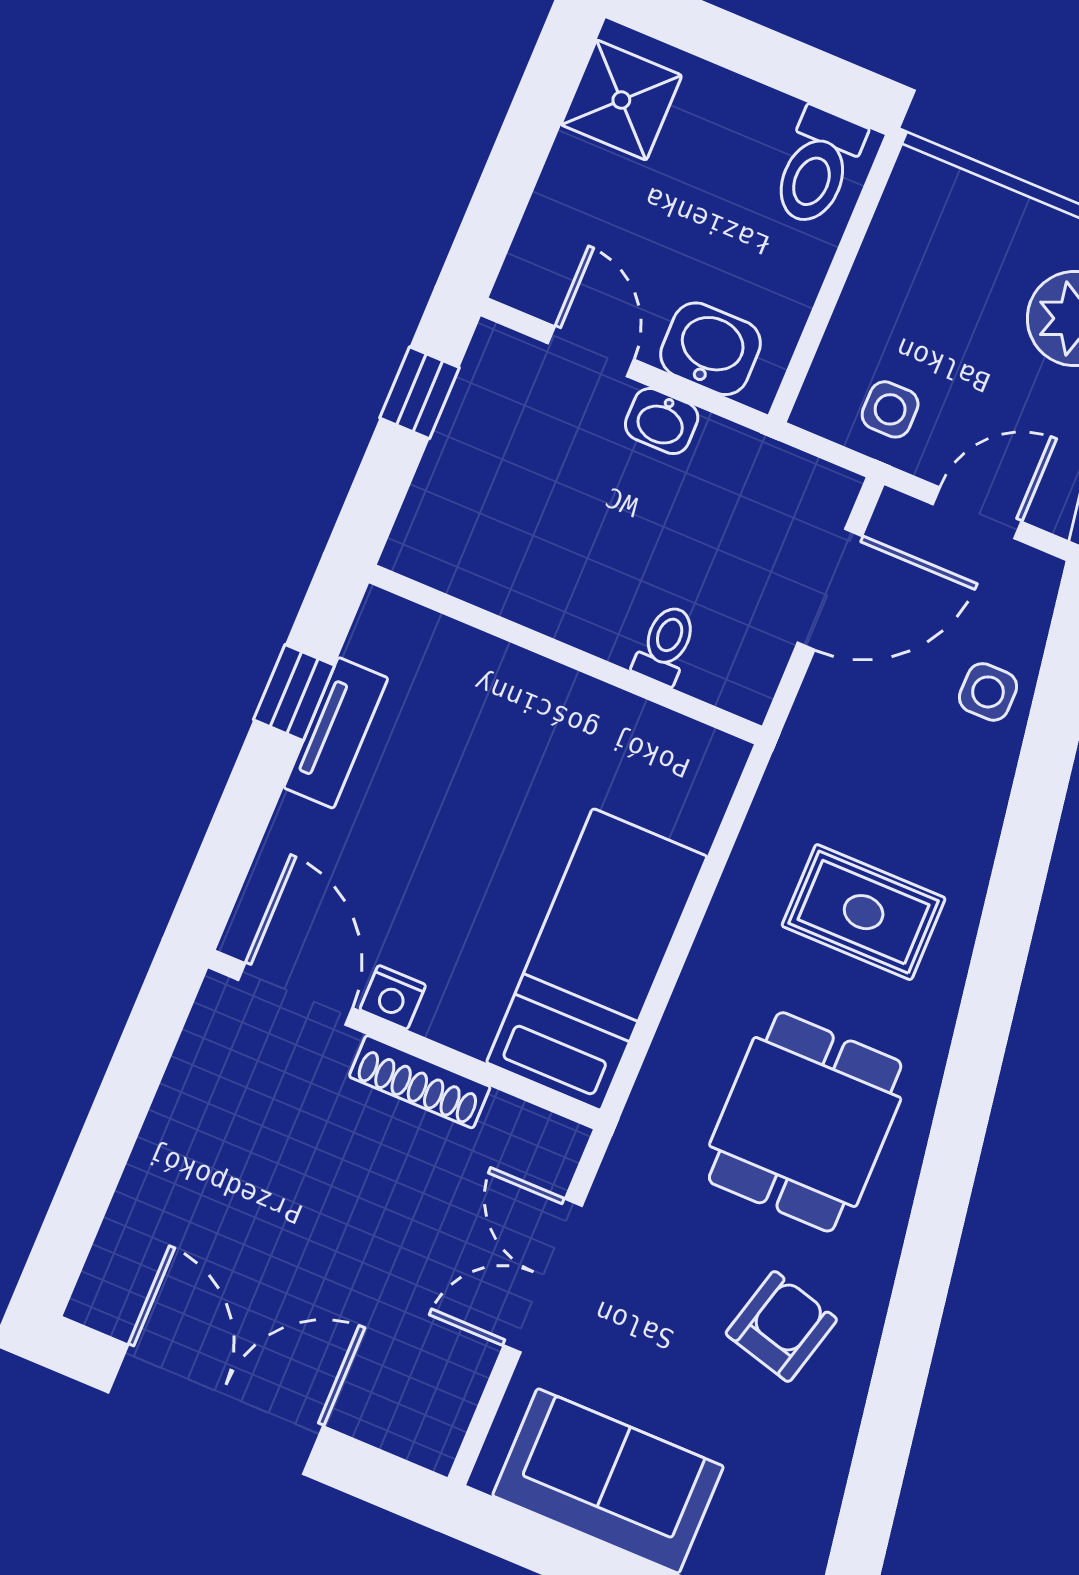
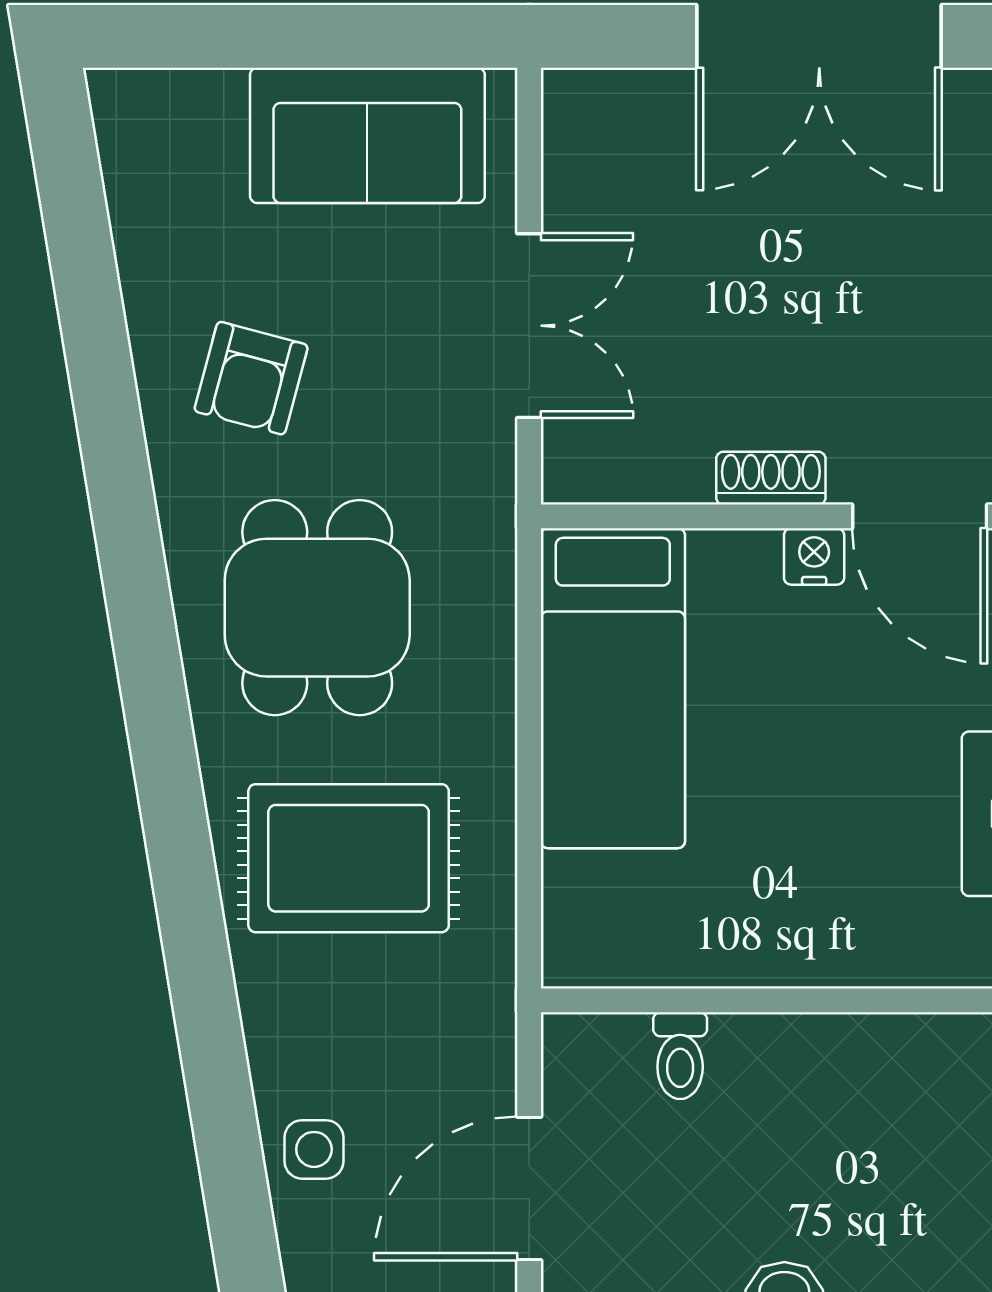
rug: (864, 912) -> (349, 858), width x1.36, depth x1.43
shoe rack: (420, 1082) -> (771, 478), width x0.70

